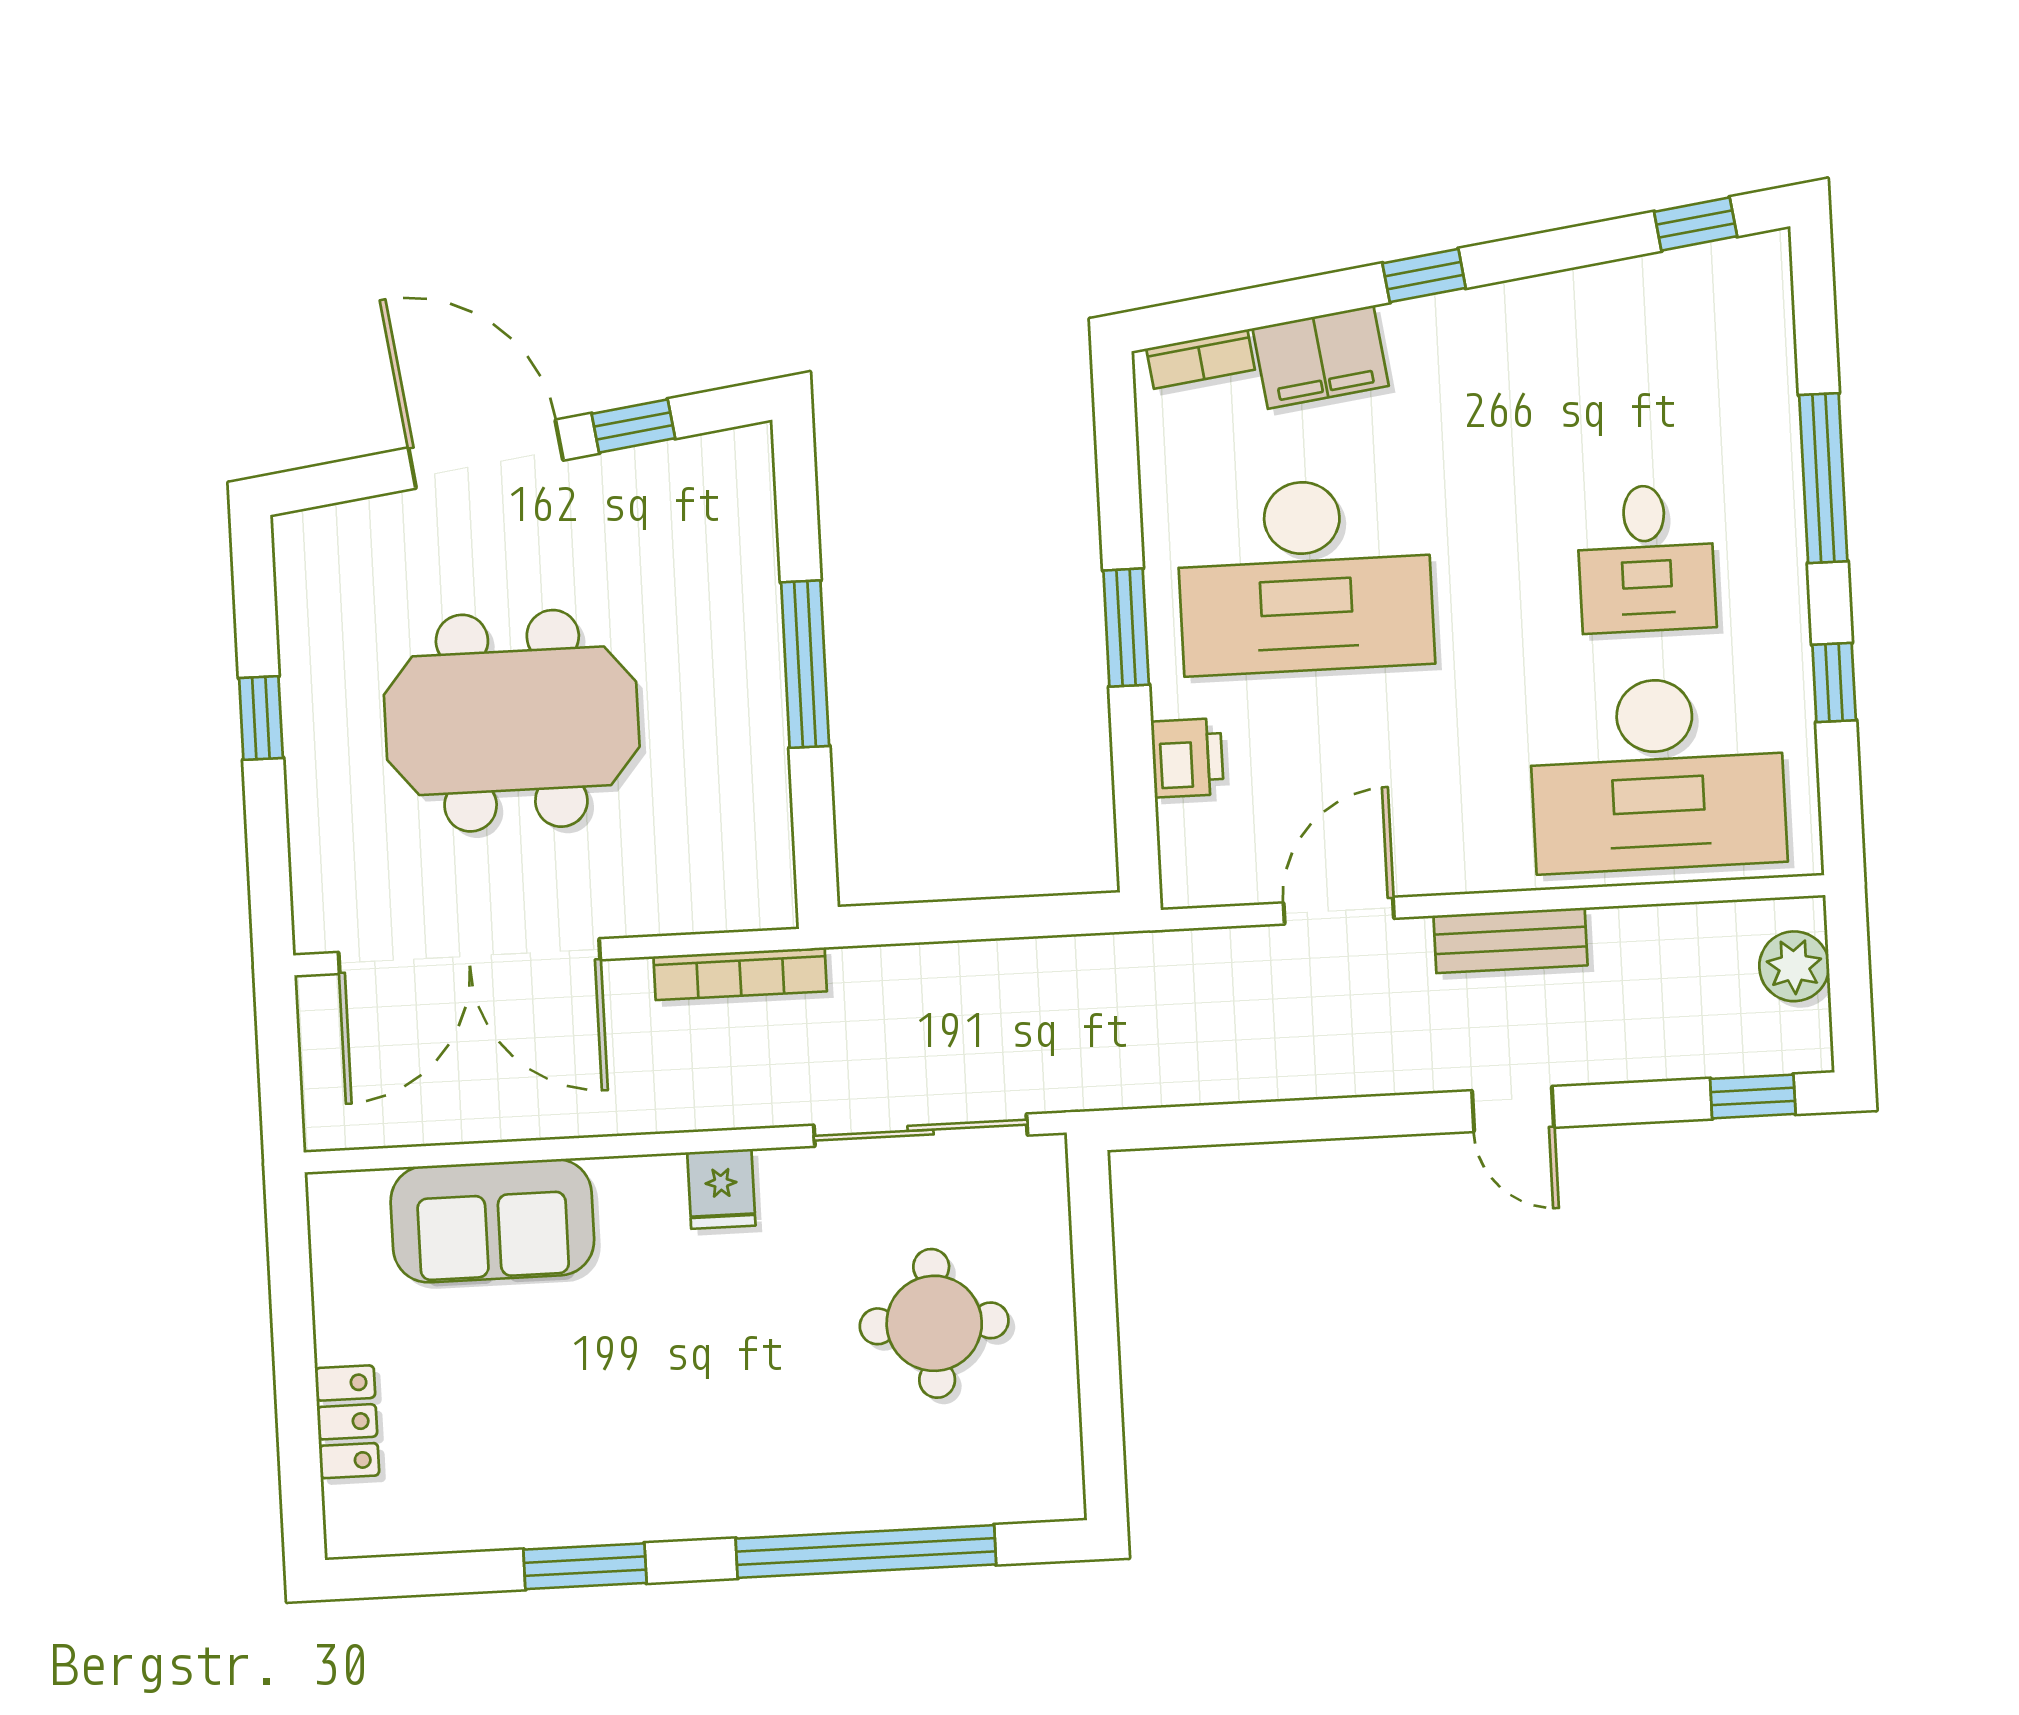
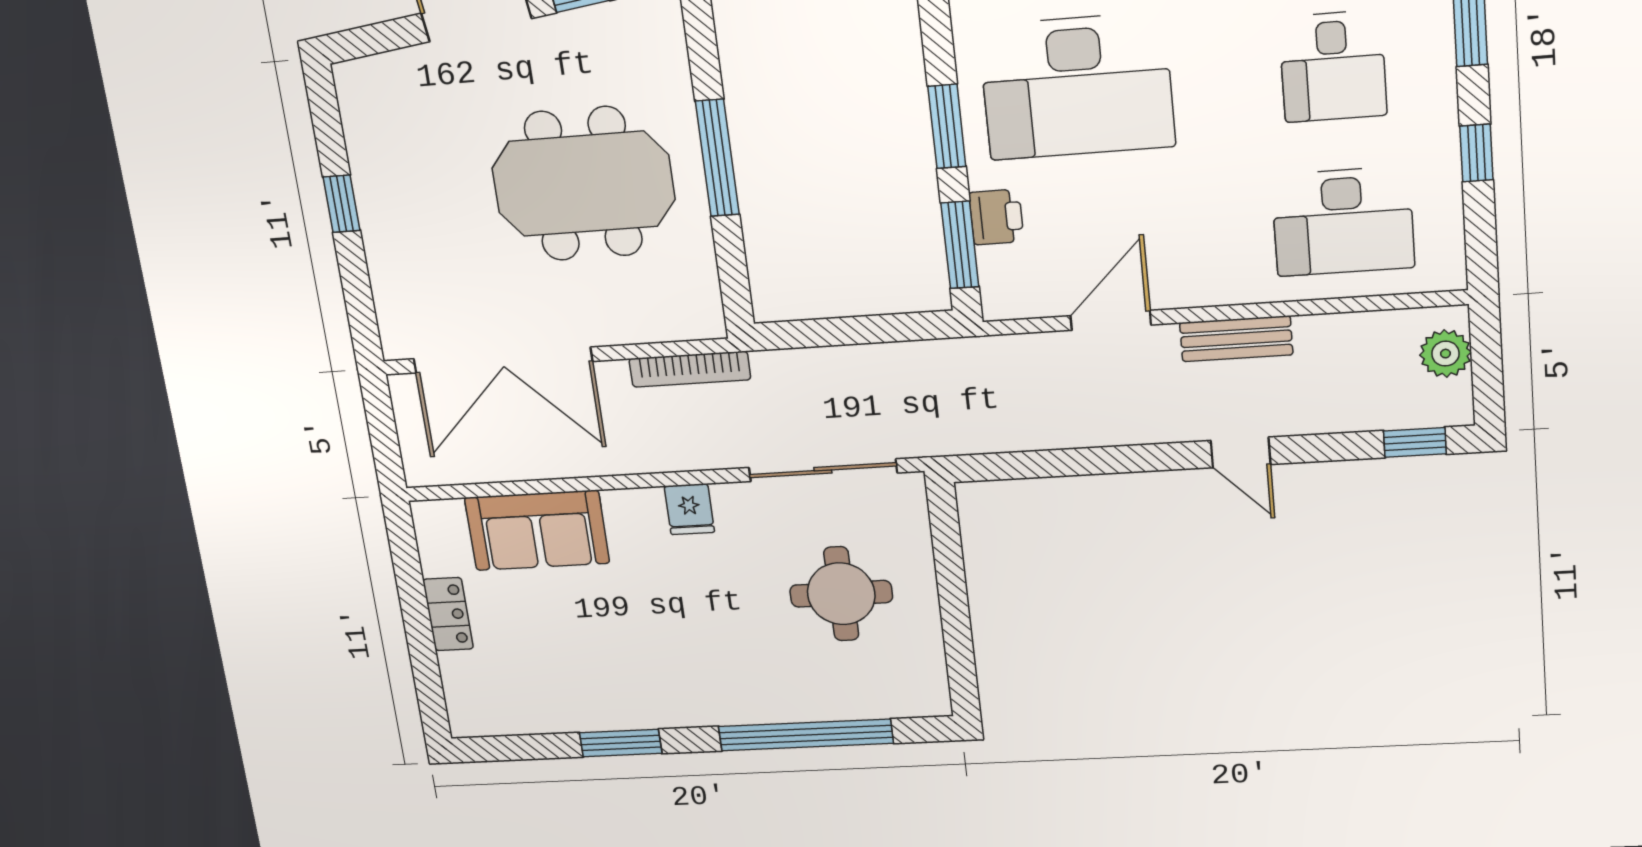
meeting table: (512, 721) -> (583, 184), moved
desk: (1657, 774) -> (1343, 221), width x0.73, depth x0.77
window: (1135, 797) -> (960, 245), added
locker: (347, 1422) -> (448, 614), moved

